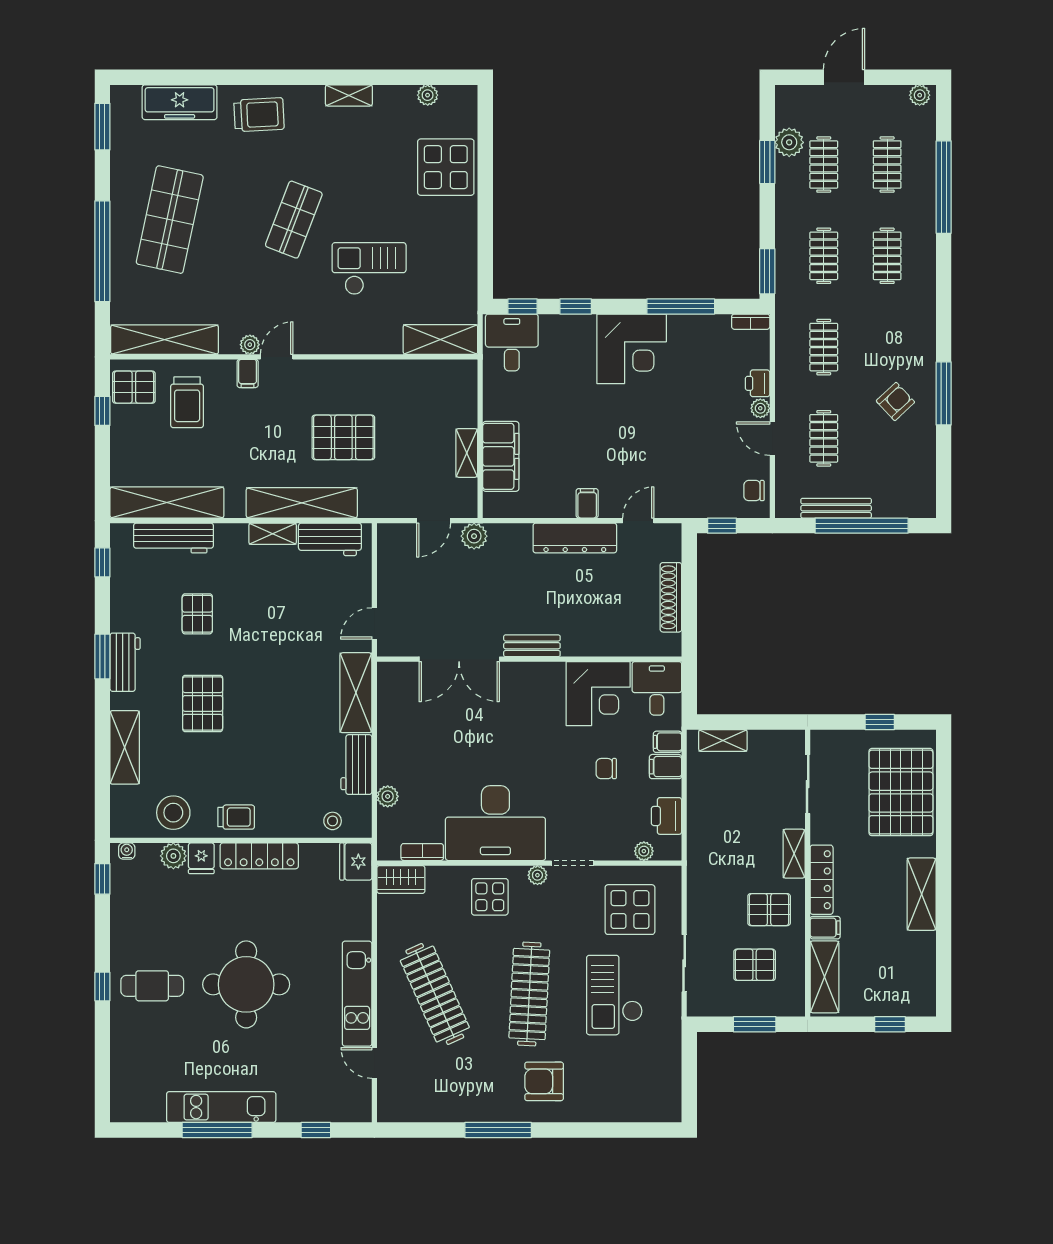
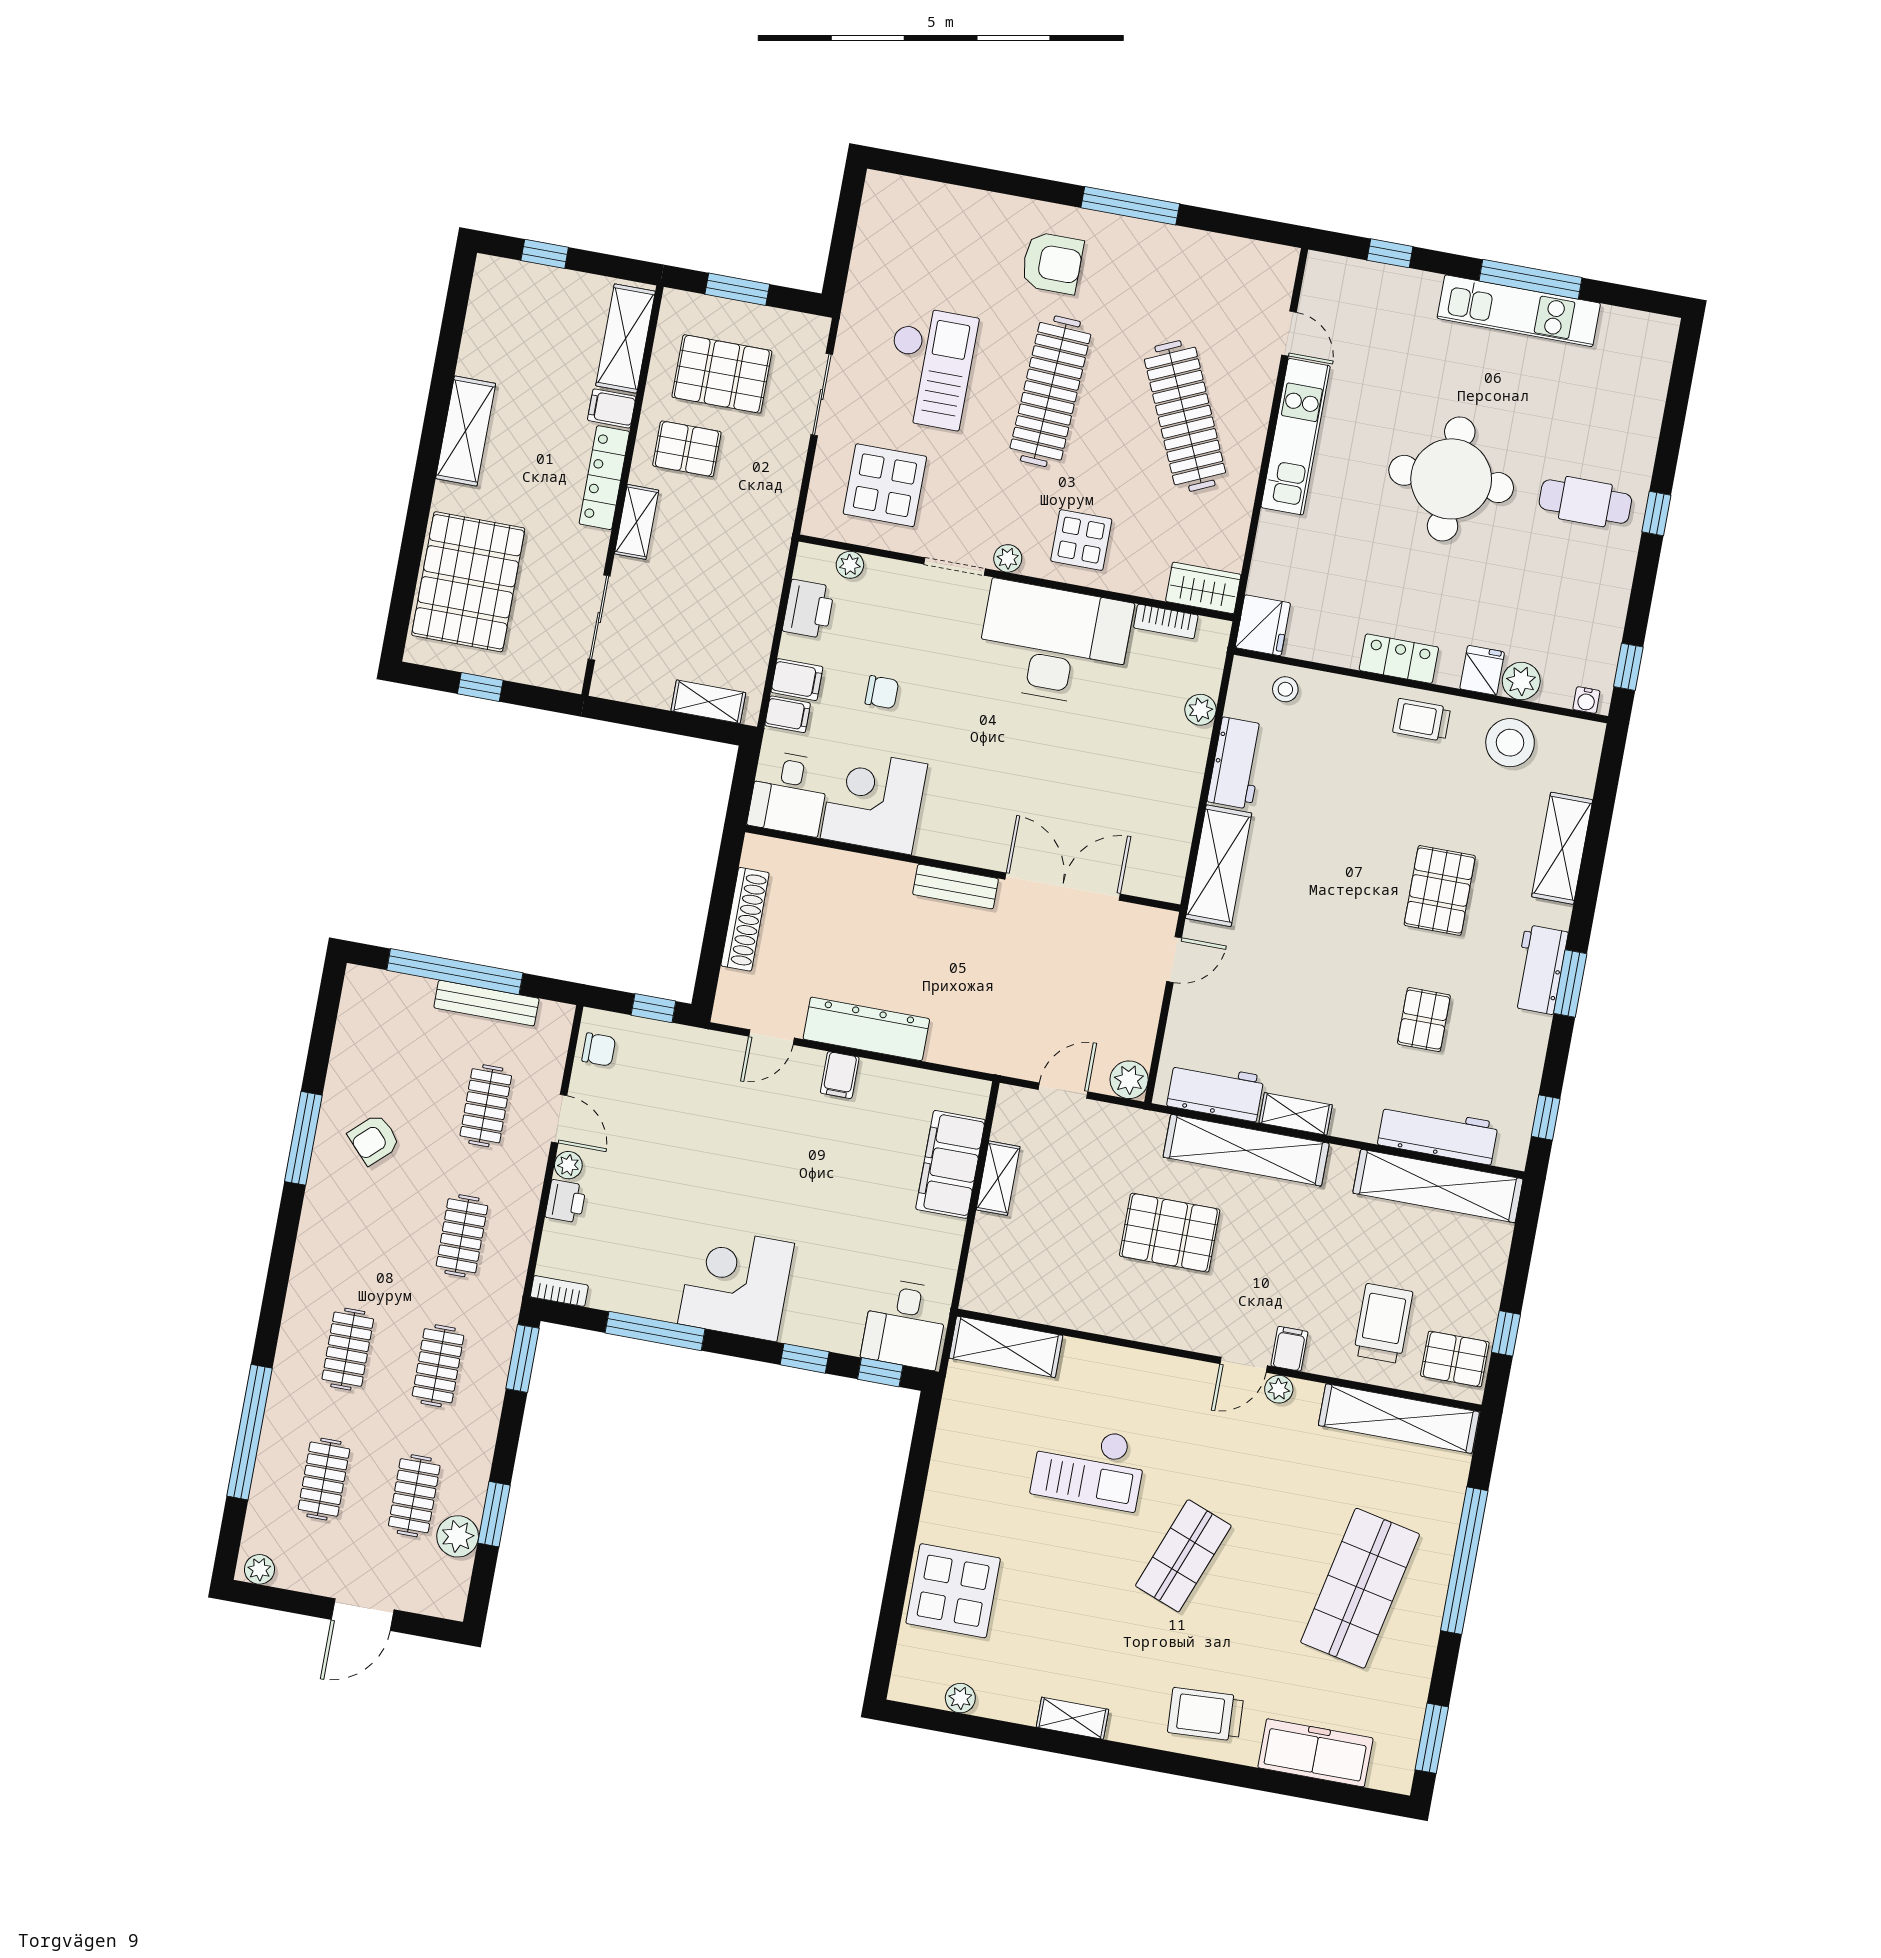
plant: (474, 536) -> (1129, 1080), moved
locker: (259, 856) -> (1399, 659), width x0.66
pallet: (755, 965) -> (722, 374), width x1.50, depth x1.42

